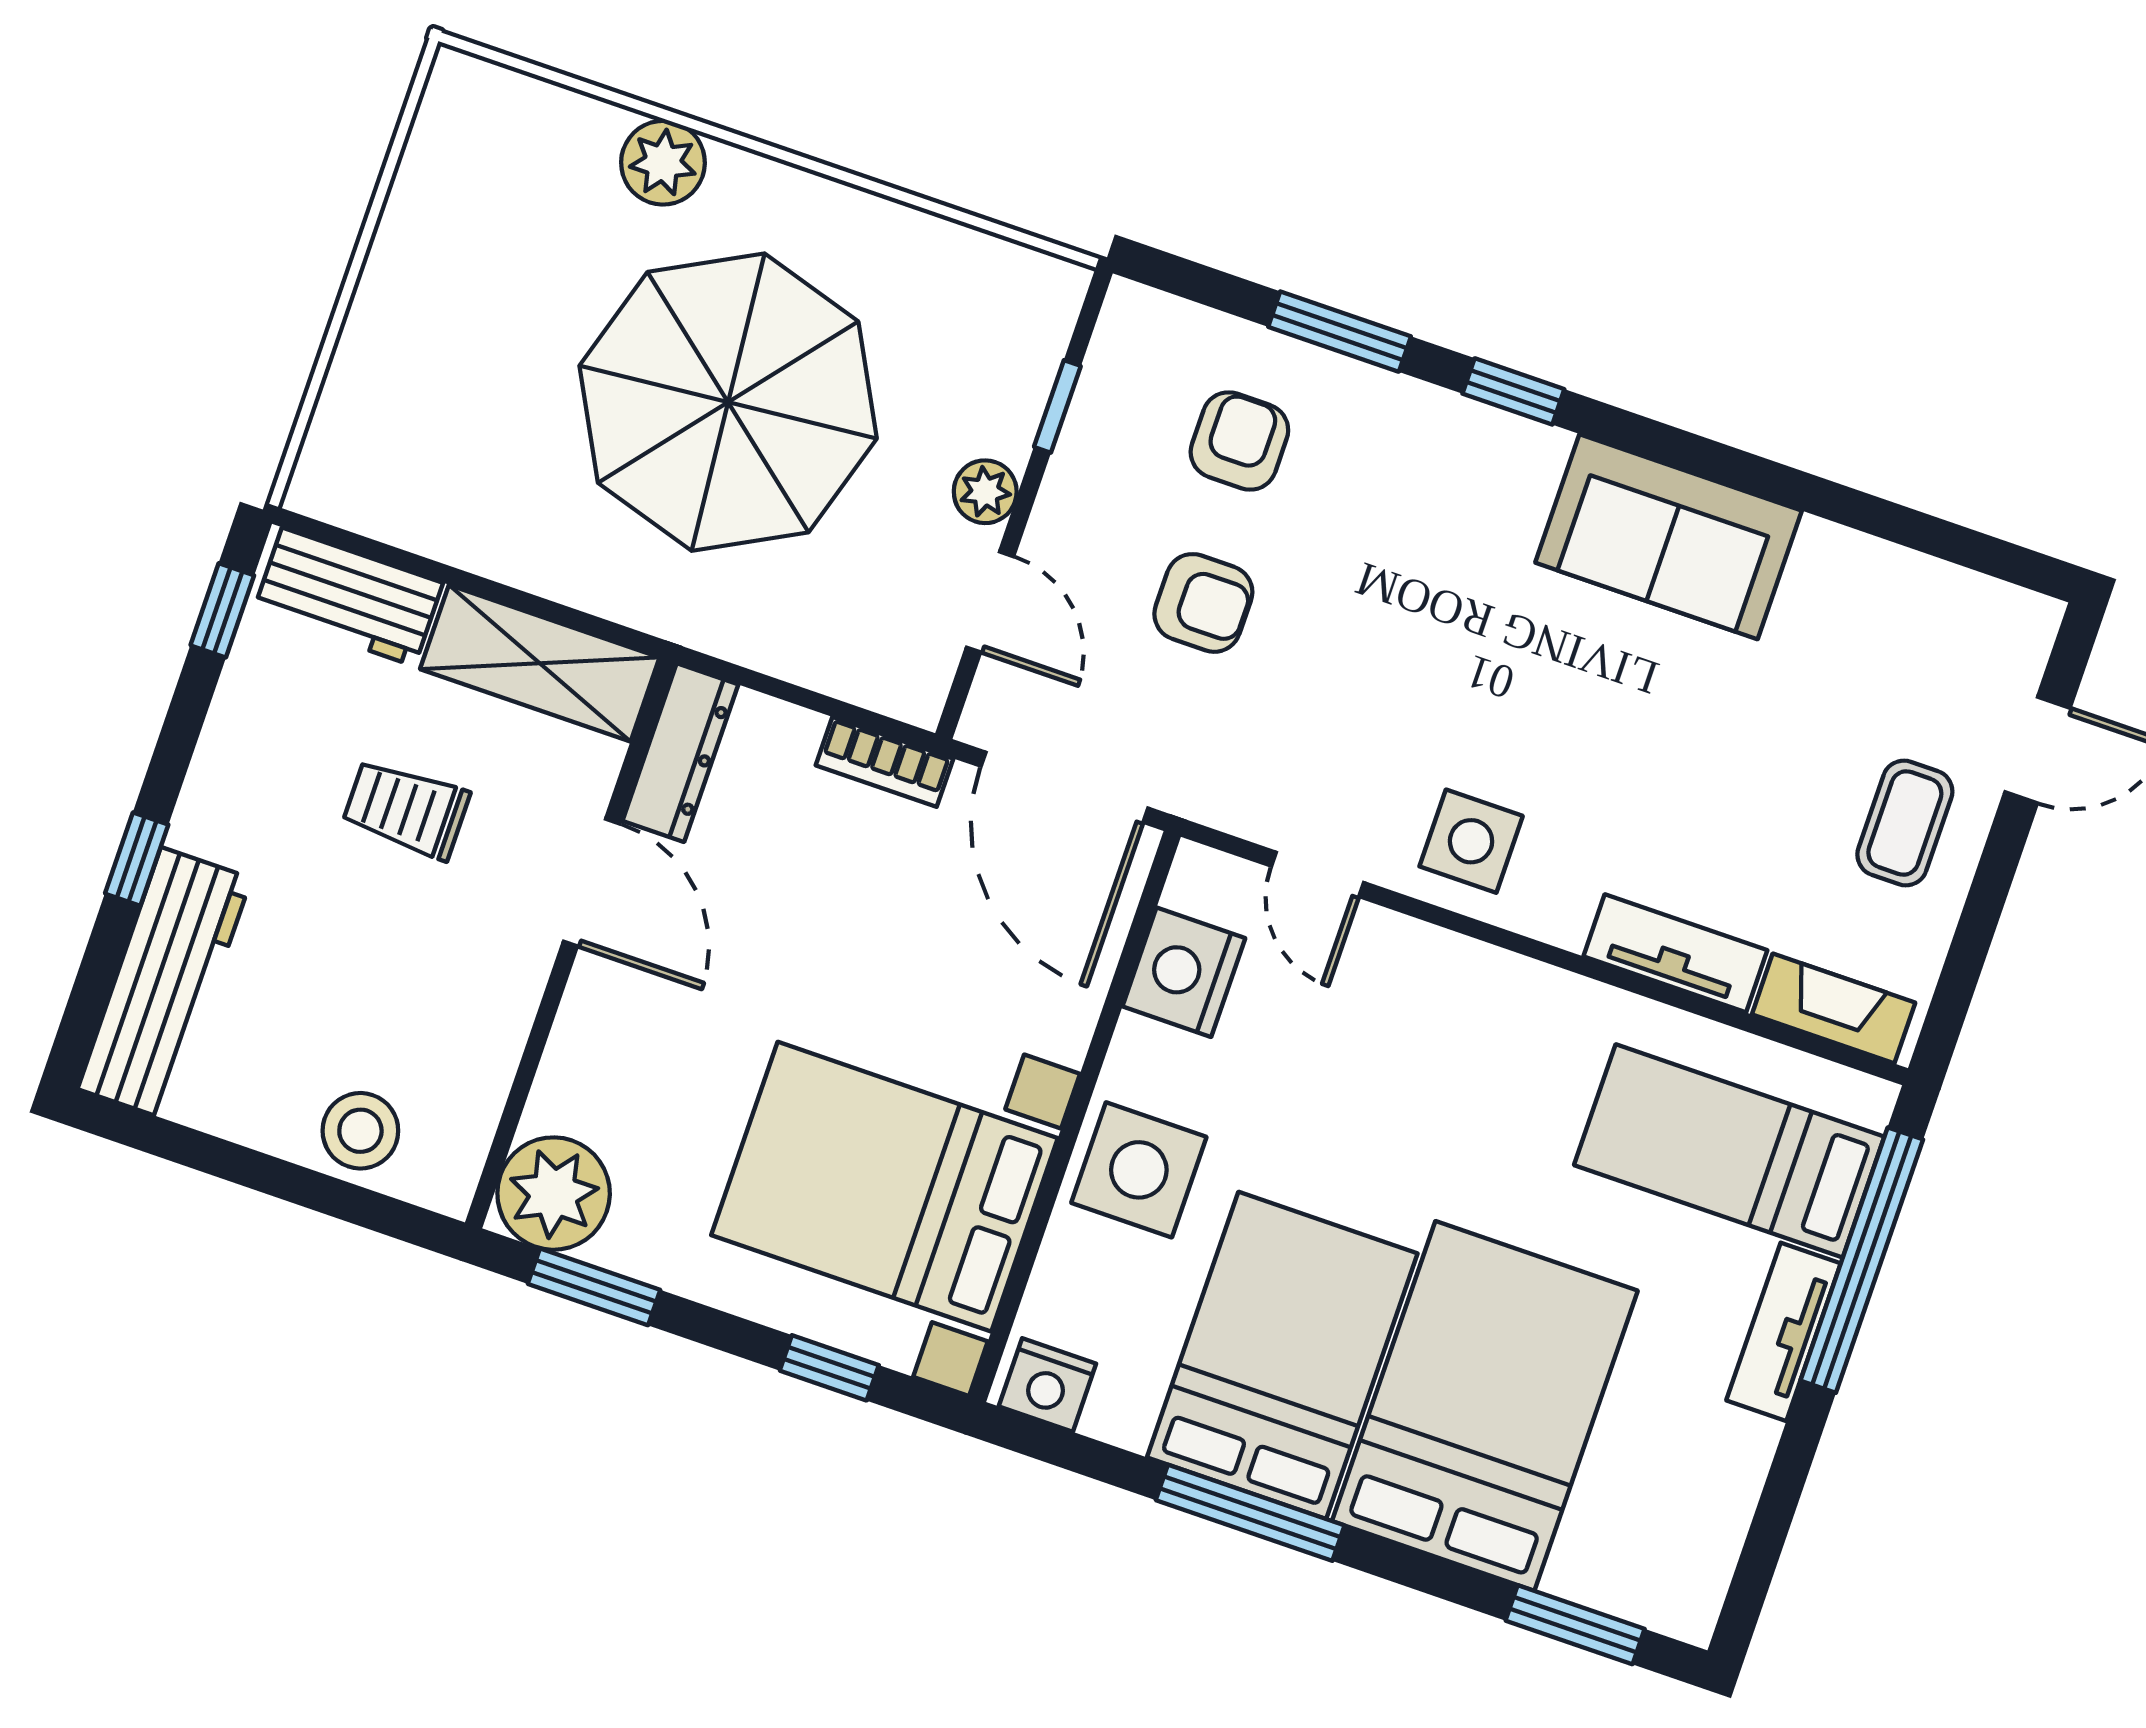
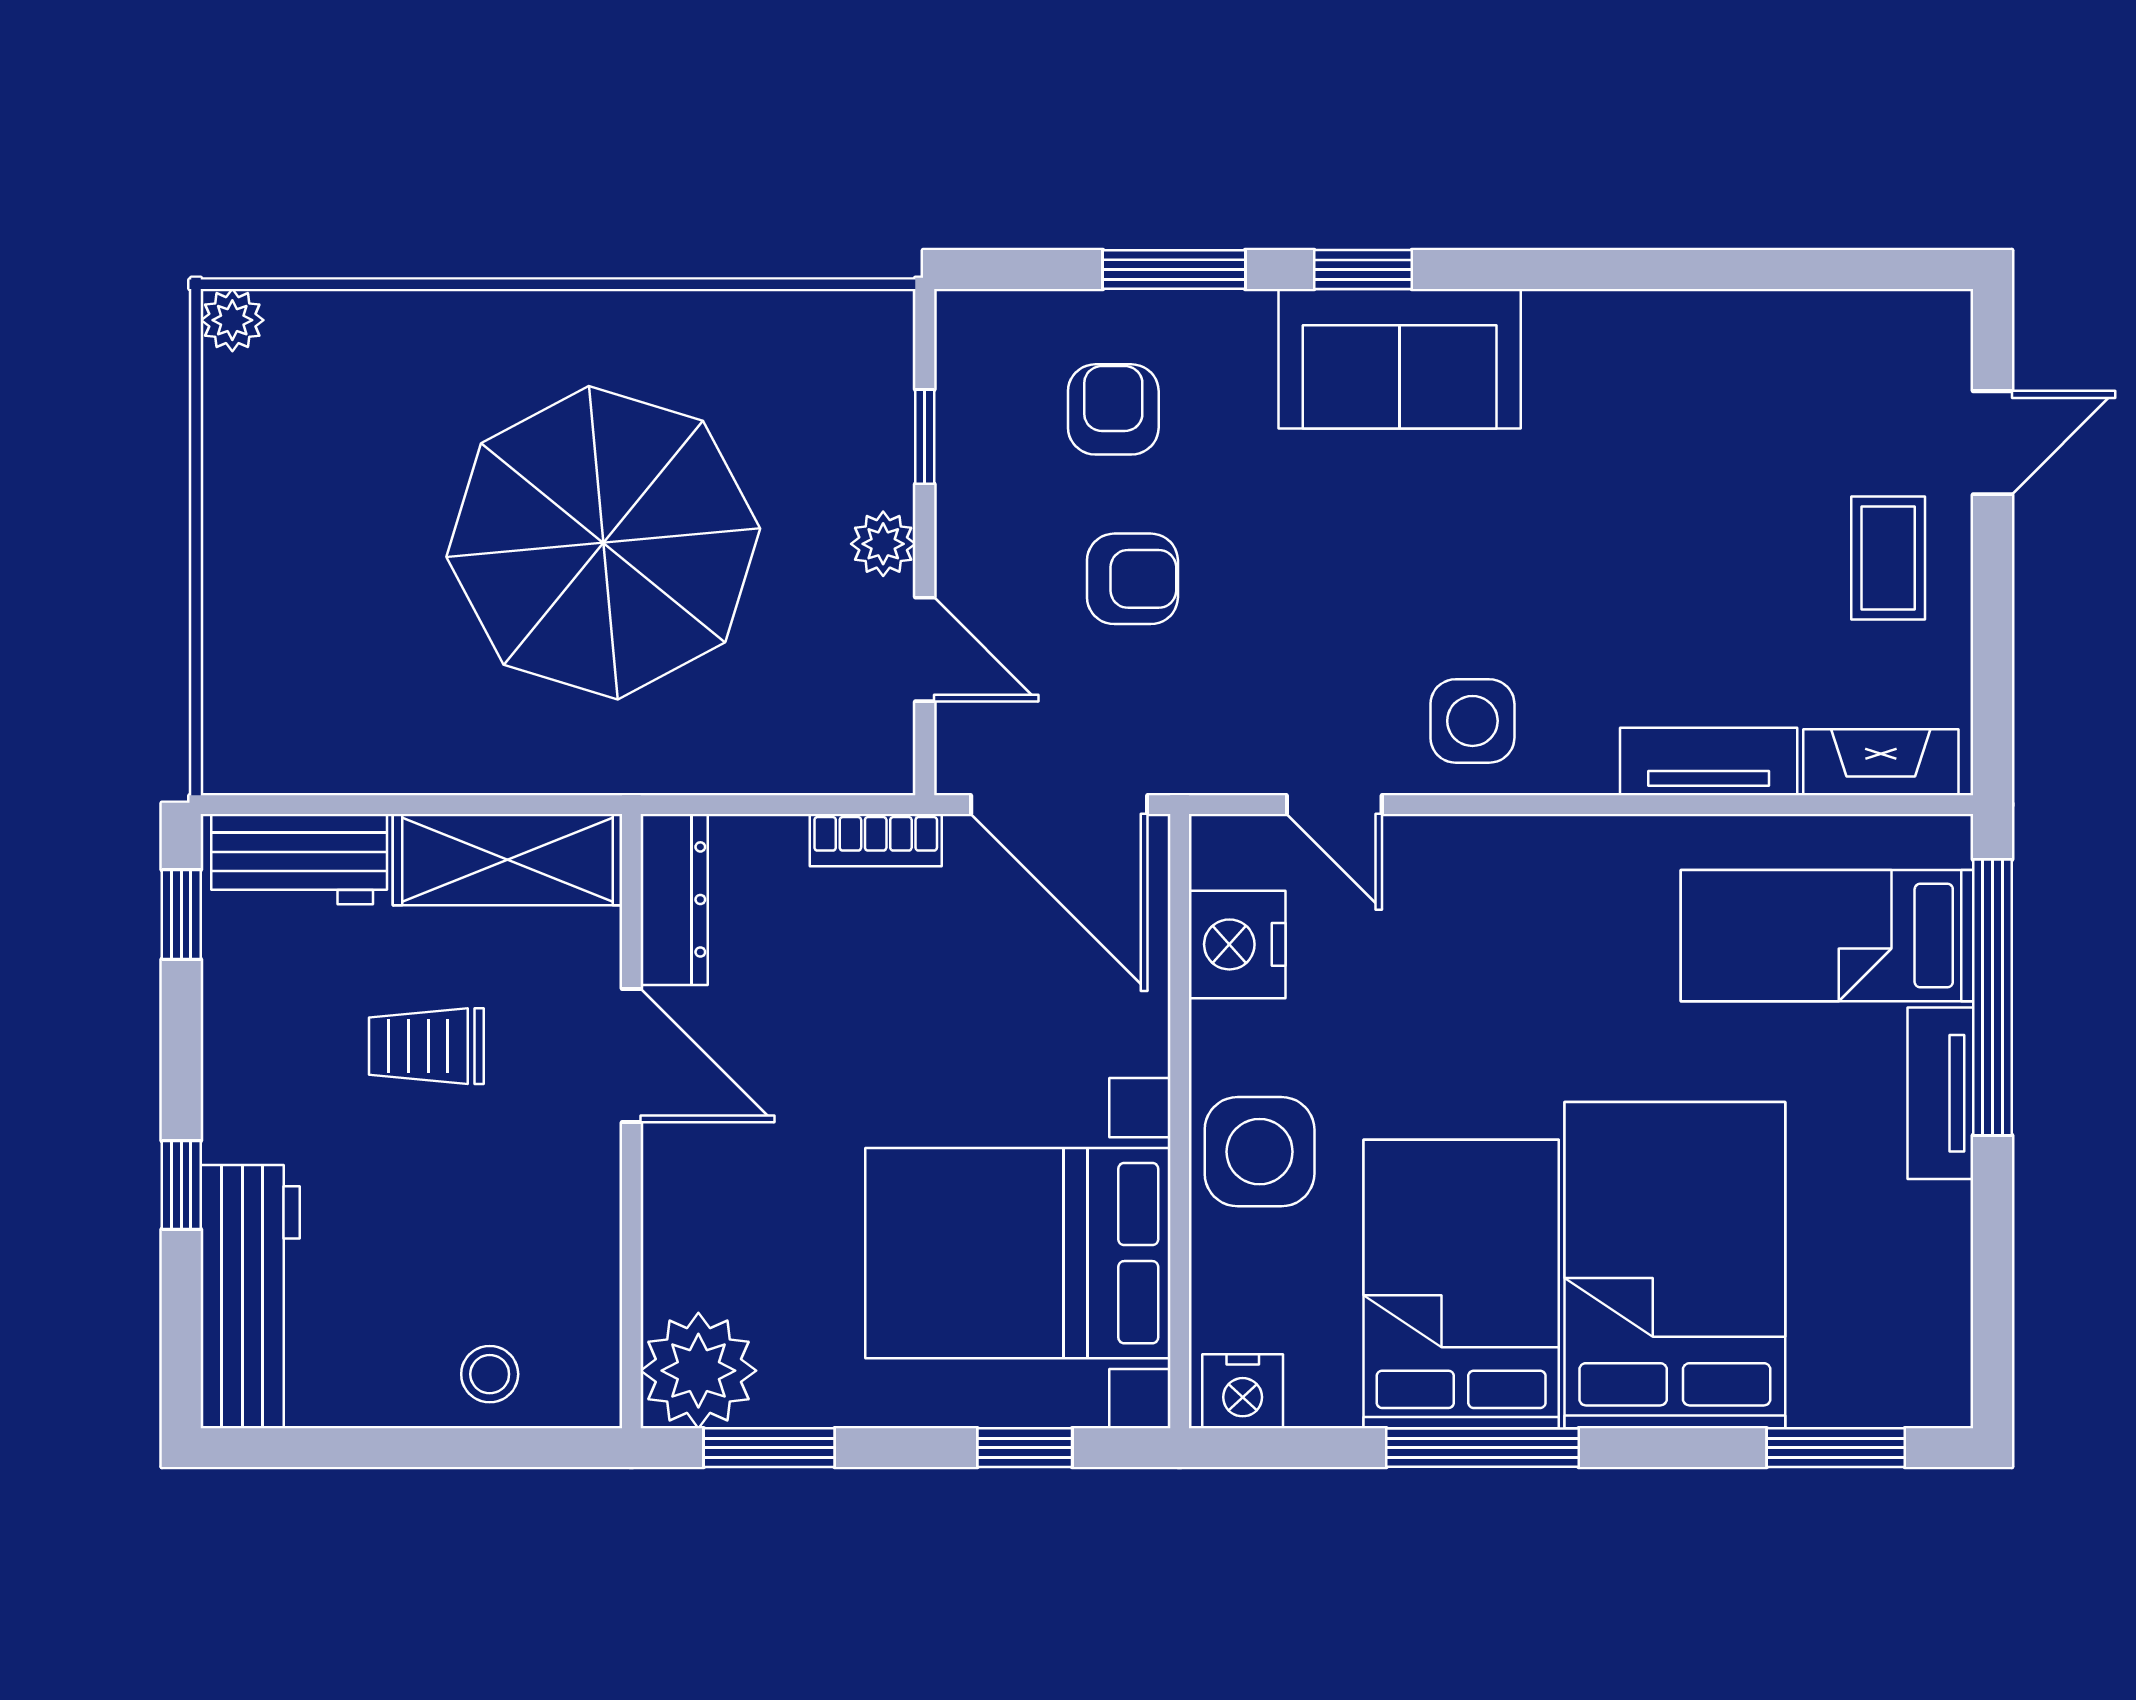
plant: (663, 163) -> (232, 320), moved, width x0.73, depth x0.73
sofa: (1669, 537) -> (1400, 359), moved
stool: (360, 1131) -> (490, 1374), width x0.73, depth x0.73

